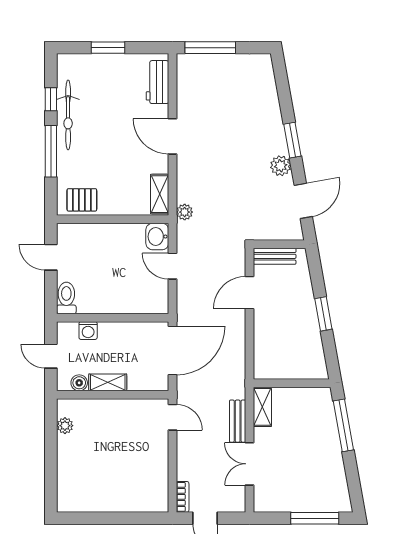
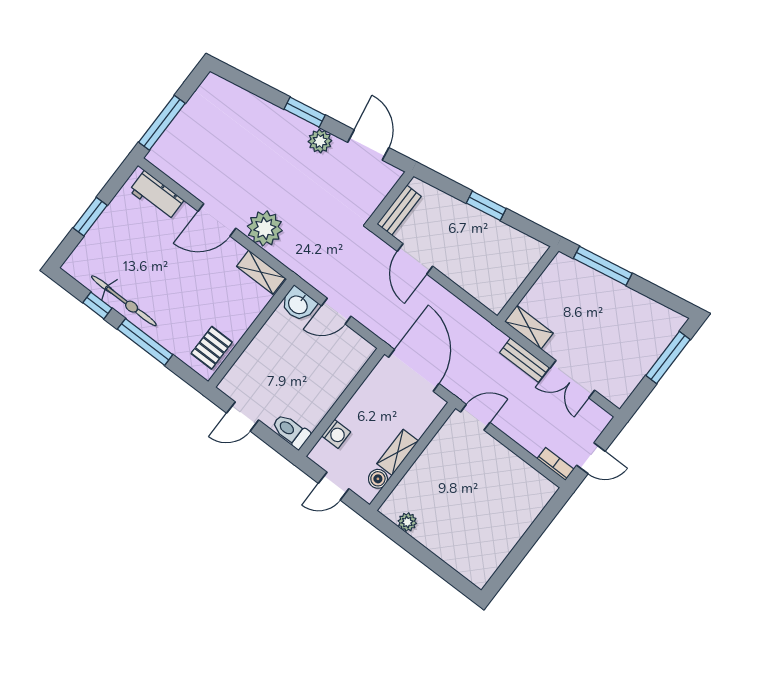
plant: (185, 212) -> (265, 228), moved, width x1.87, depth x1.87

